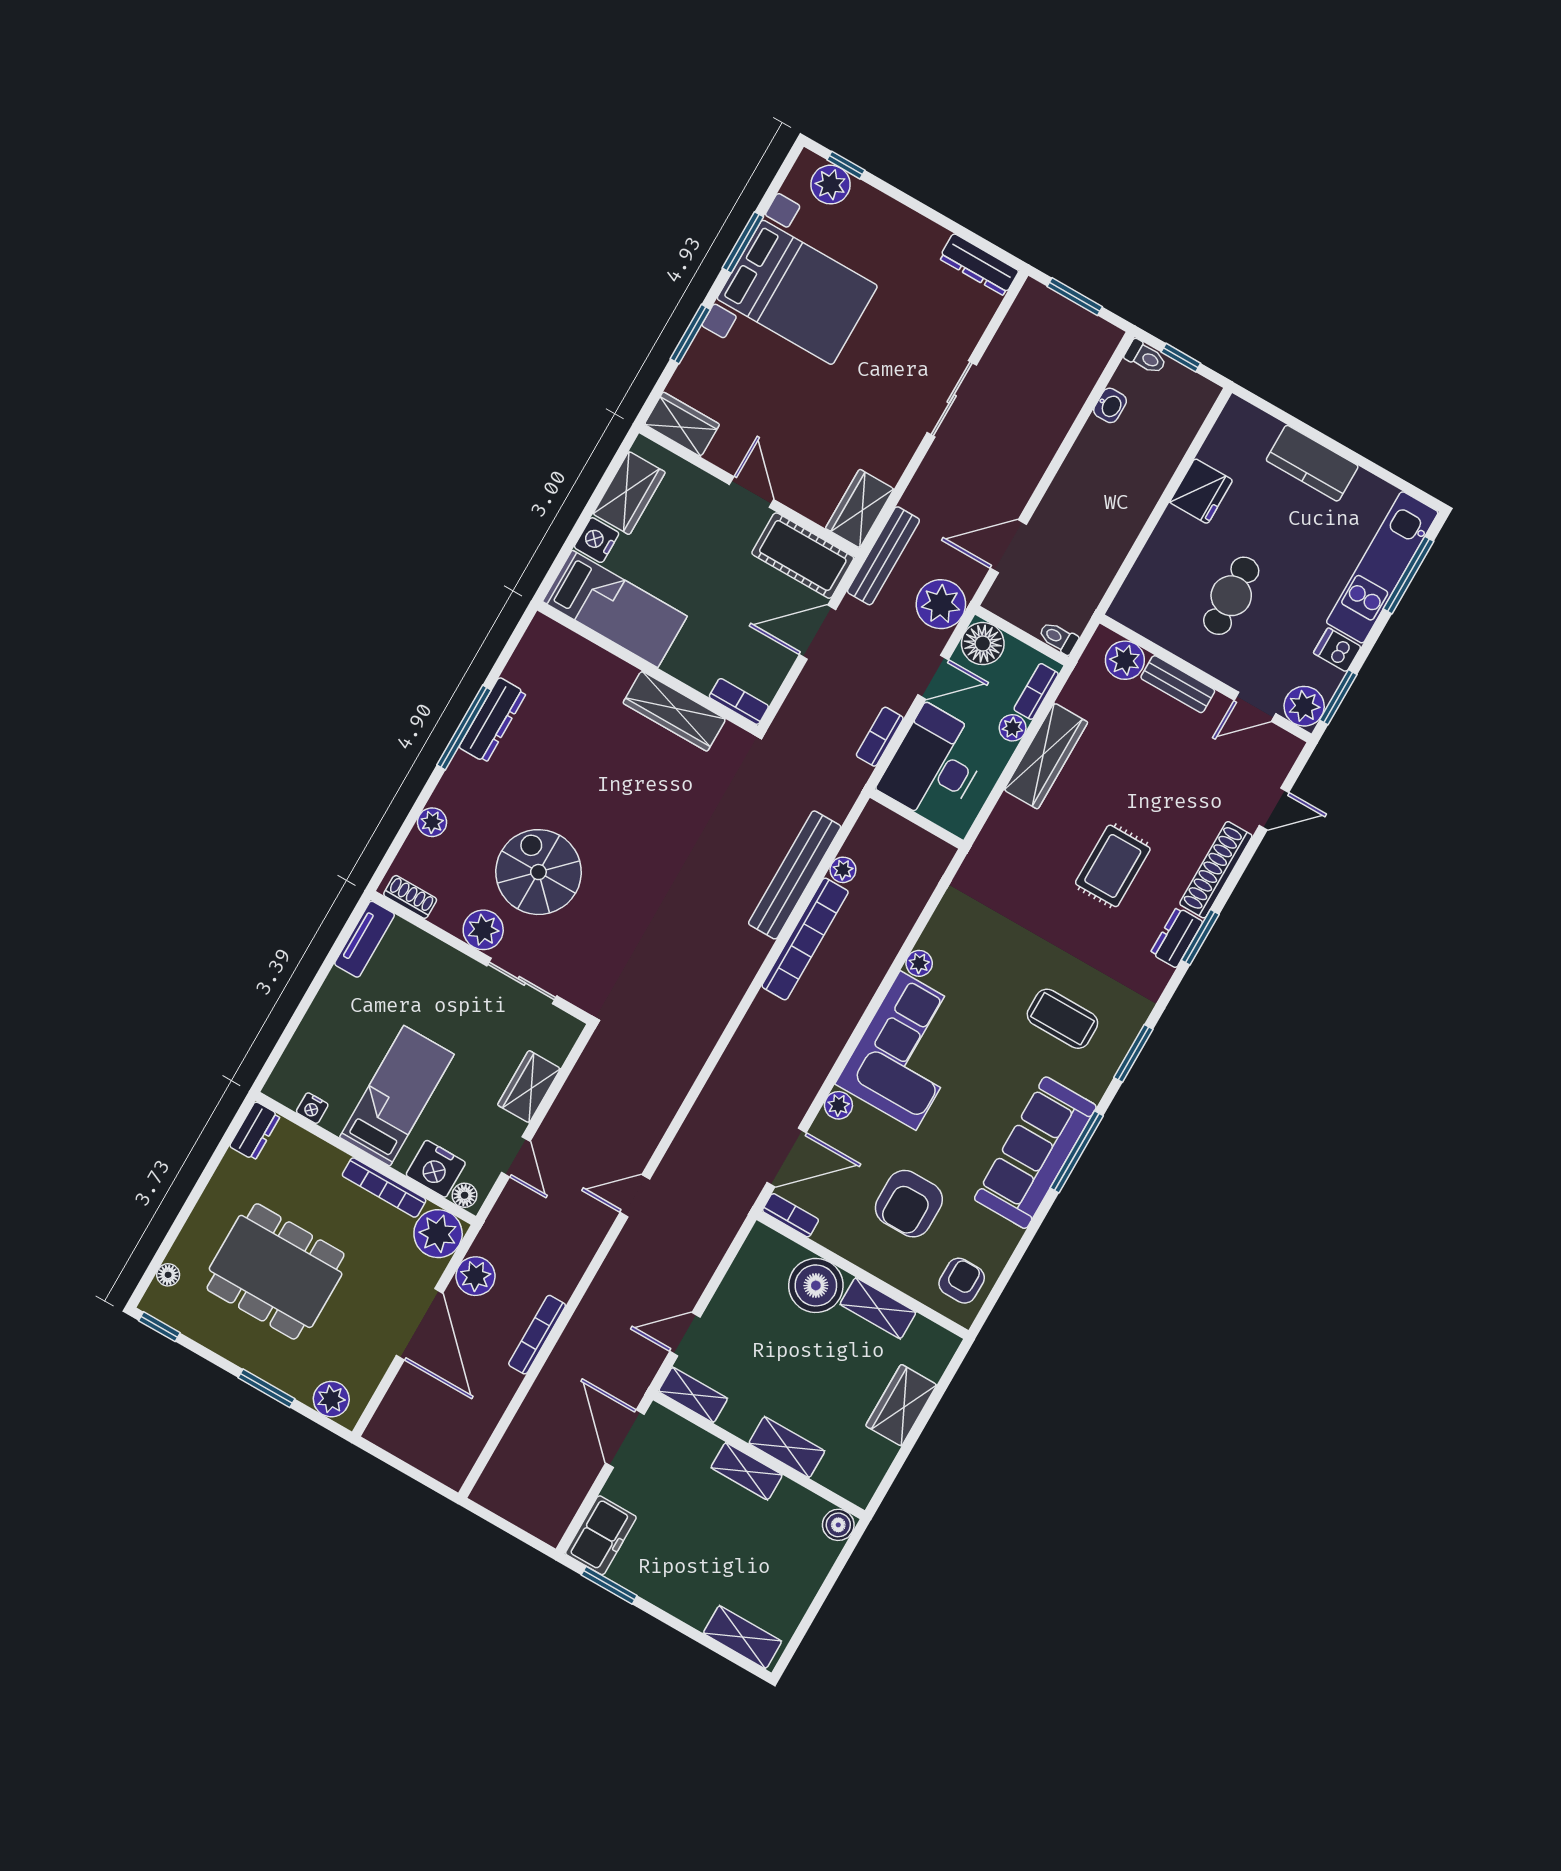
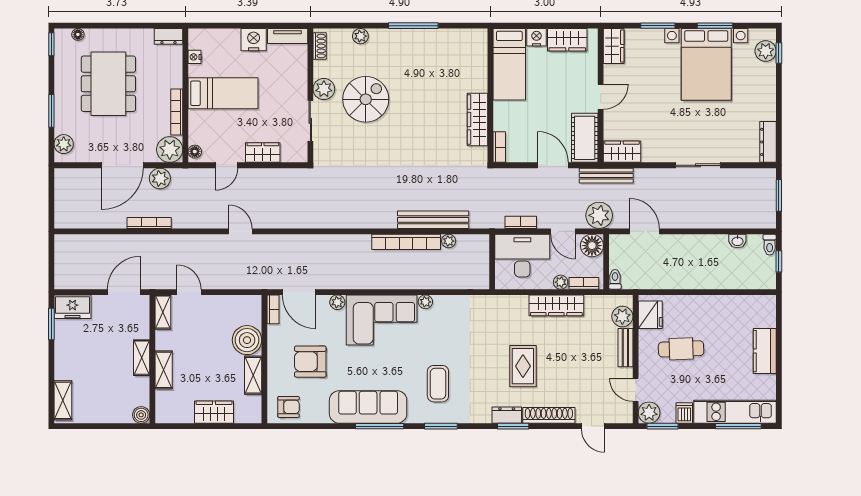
fridge: (1201, 491) -> (650, 315), moved, turned -90
dresser: (493, 720) -> (424, 37), removed
rug: (1113, 866) -> (523, 366), turned 90
nightstand: (436, 1169) -> (254, 40), moved, turned 90

